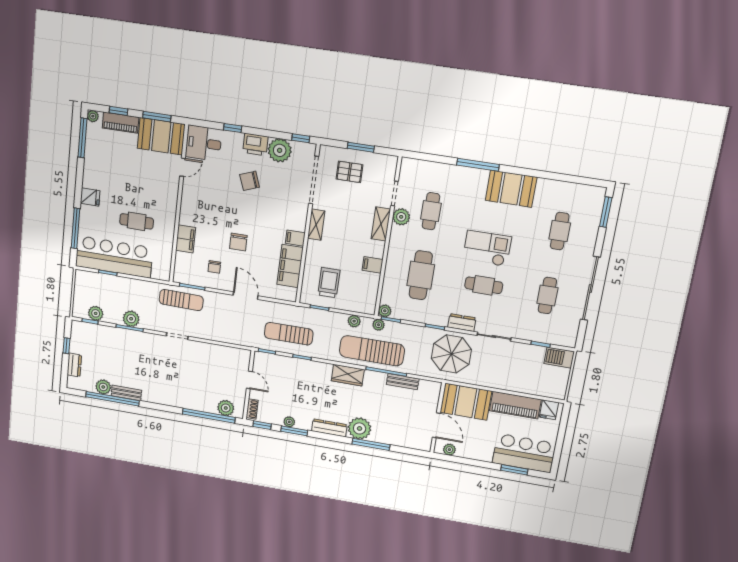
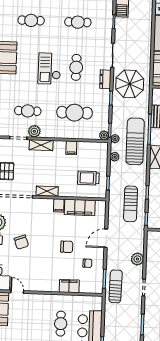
plant: (131, 319) -> (137, 259), moved
sun lounger: (372, 351) -> (135, 141), turned 180

